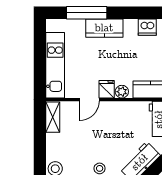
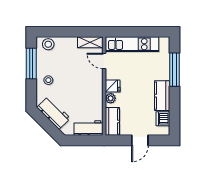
kitchen counter: (104, 28) -> (162, 96), moved
door: (89, 100) -> (104, 61), moved

